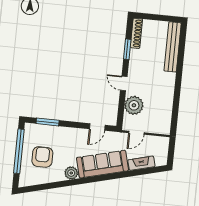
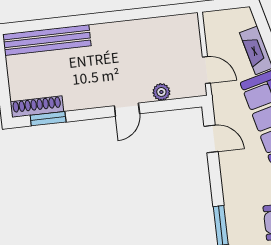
window: (127, 49) -> (48, 119), moved
plant: (134, 105) -> (161, 92), width x0.53, depth x0.53

